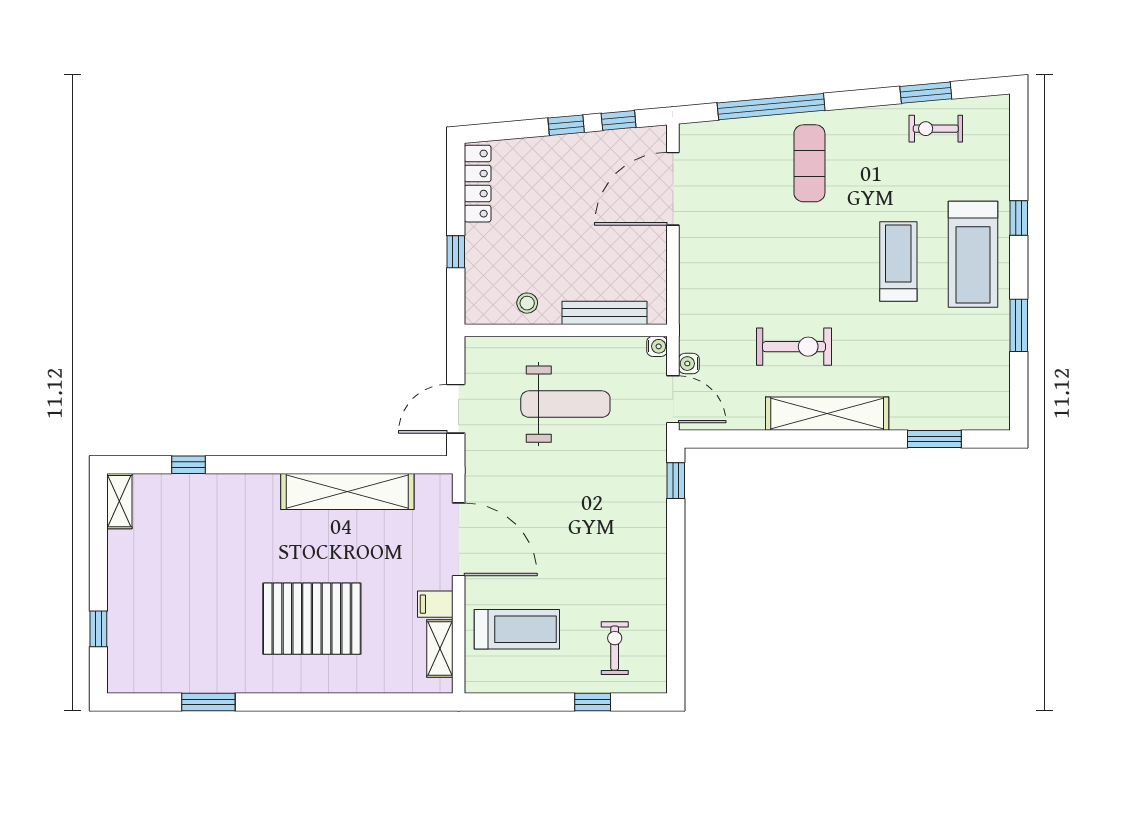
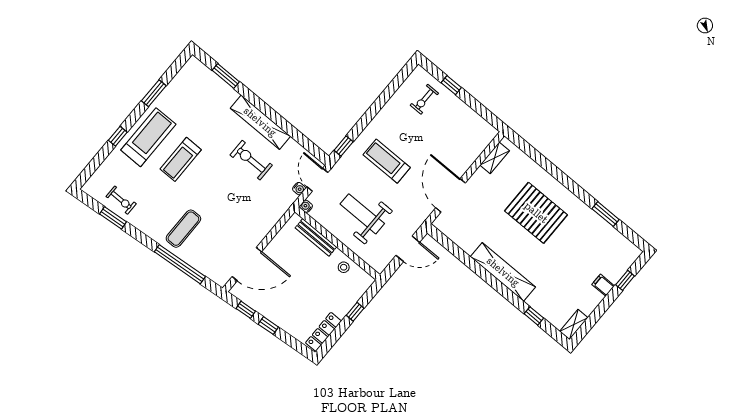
shelving: (347, 491) -> (503, 272), moved
filing cabinet: (435, 604) -> (603, 285), moved, turned 180
treadmill: (517, 629) -> (387, 161), moved

